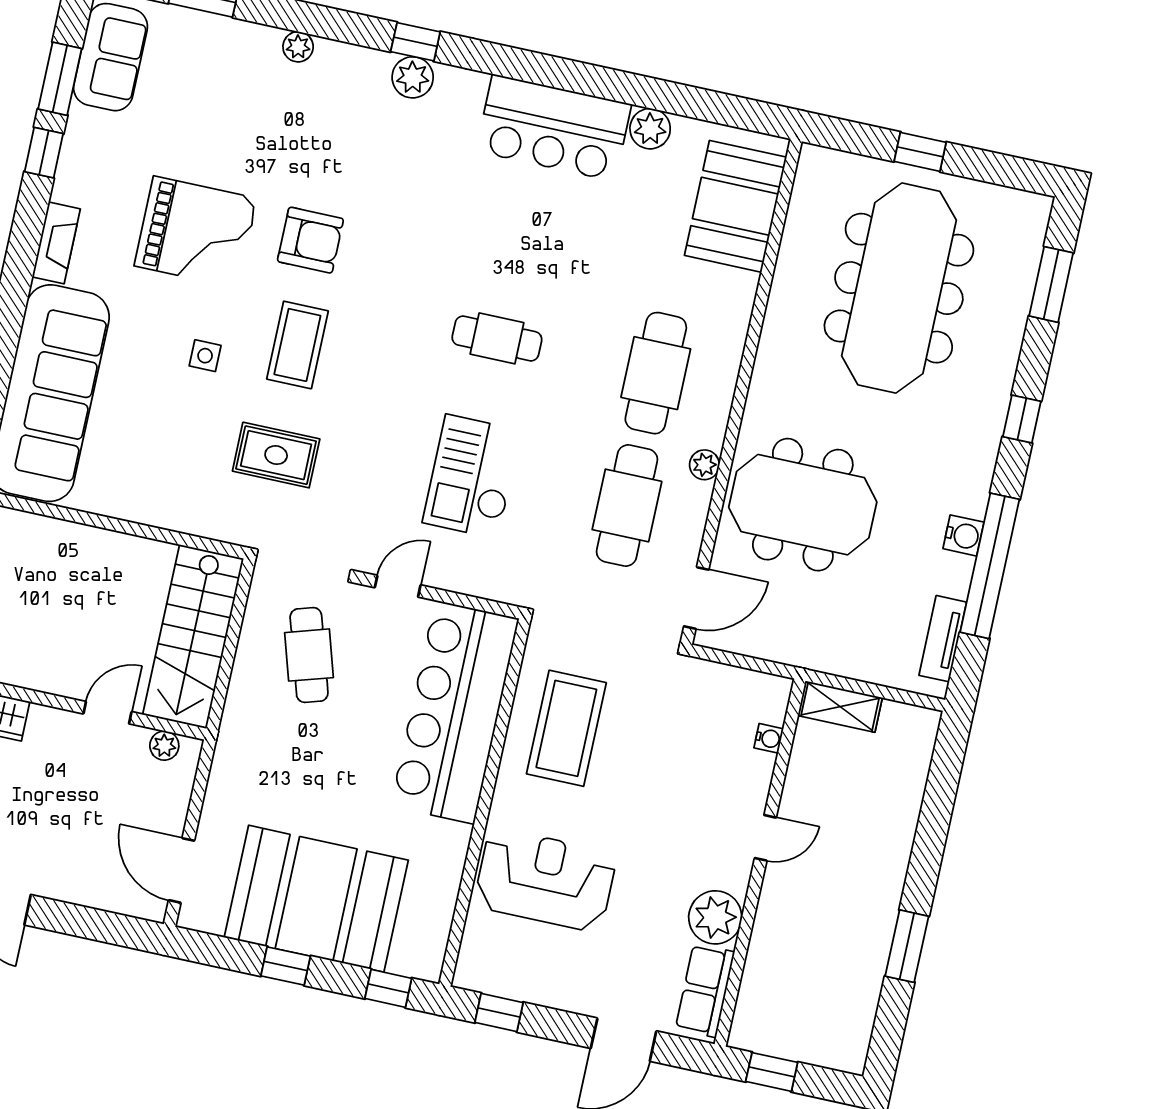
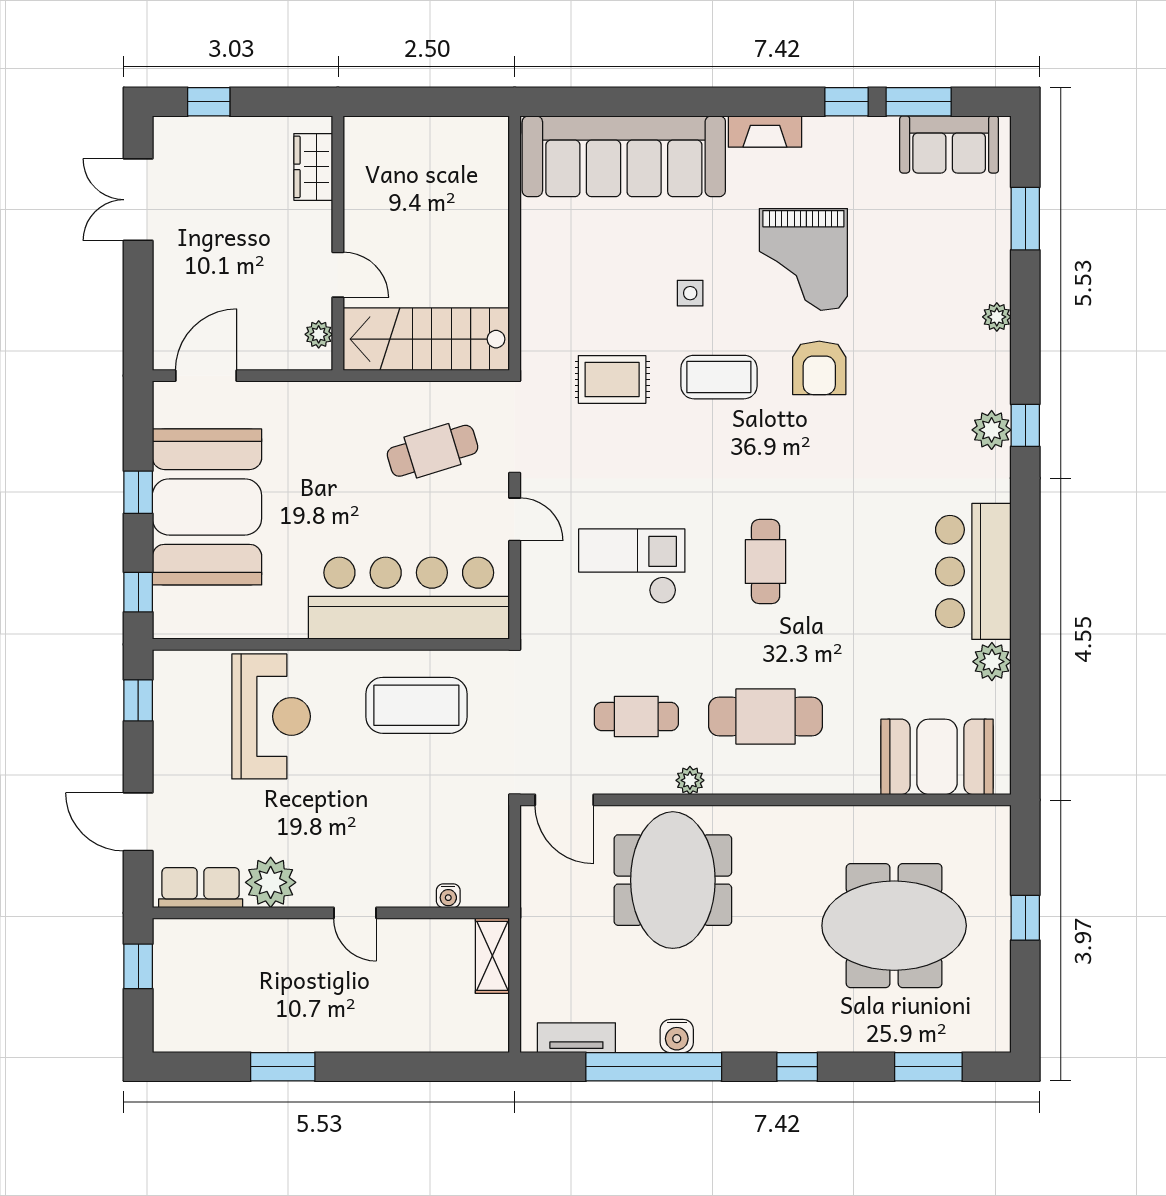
meeting table: (899, 288) -> (894, 926), width x0.73
rug: (276, 455) -> (612, 379), turned 90
cafe table: (627, 505) -> (636, 717), width x0.73, depth x0.74

